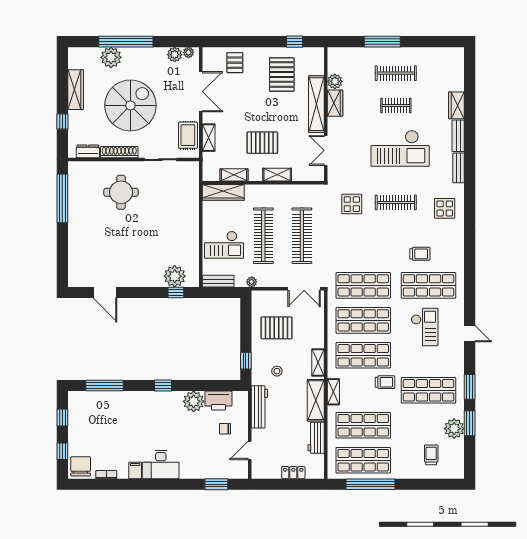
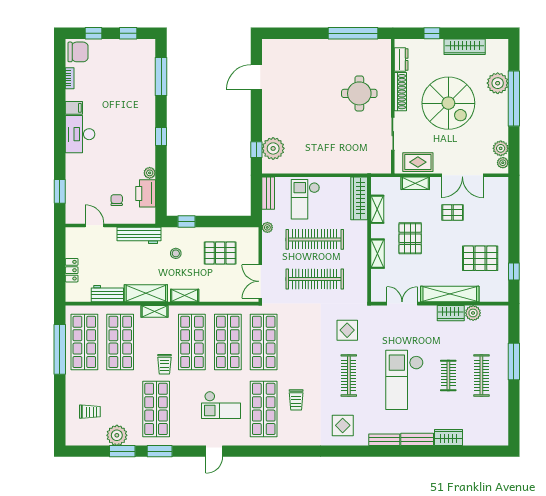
pallet: (235, 63) -> (453, 212), moved
pallet: (277, 328) -> (220, 253), turned 90
plant: (194, 401) -> (150, 173), width x0.53, depth x0.53

